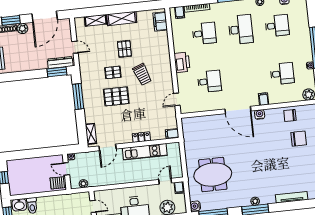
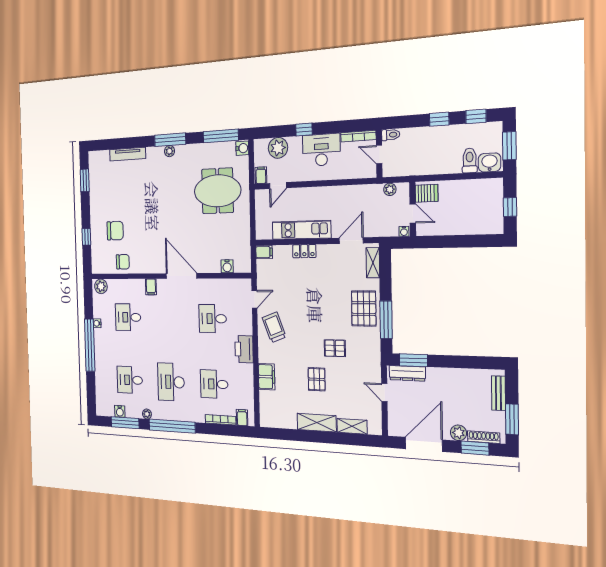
filing cabinet: (160, 21) -> (267, 377), moved
trolley: (142, 74) -> (274, 327), moved
pallet: (116, 96) -> (364, 309), moved, turned 90
water cooler: (260, 114) -> (227, 266), moved
chair: (299, 139) -> (115, 231), turned 180

